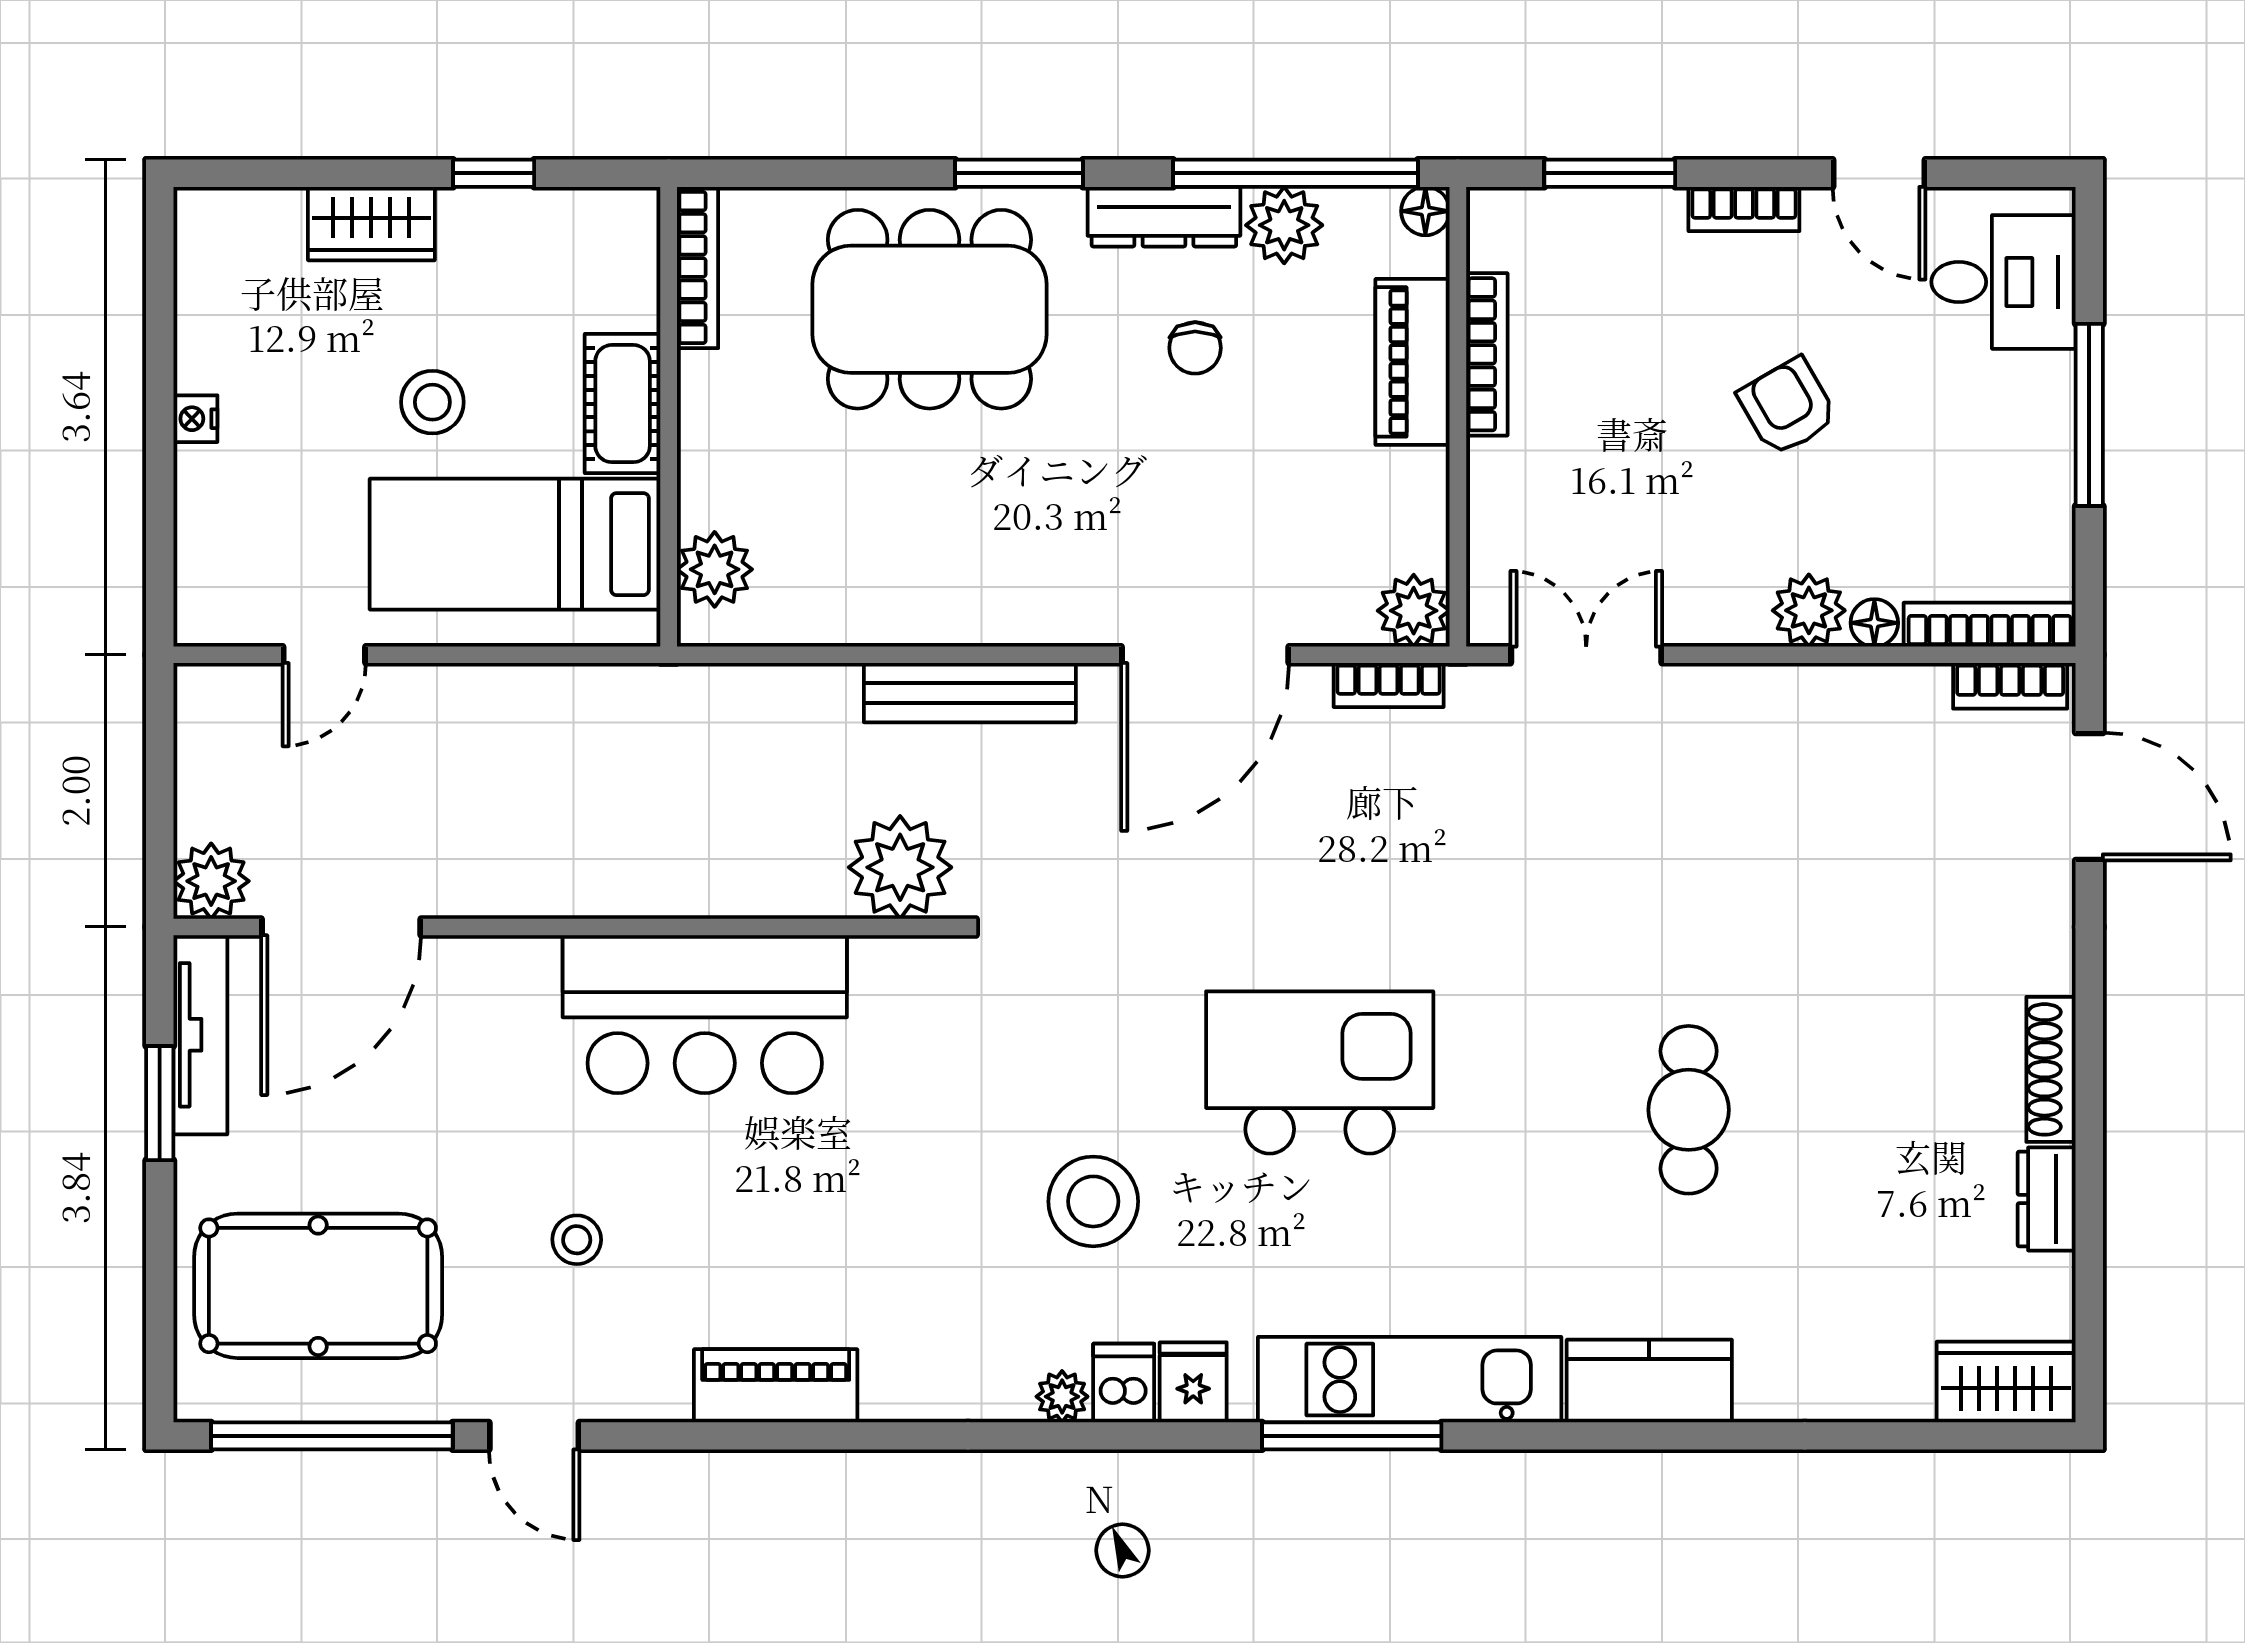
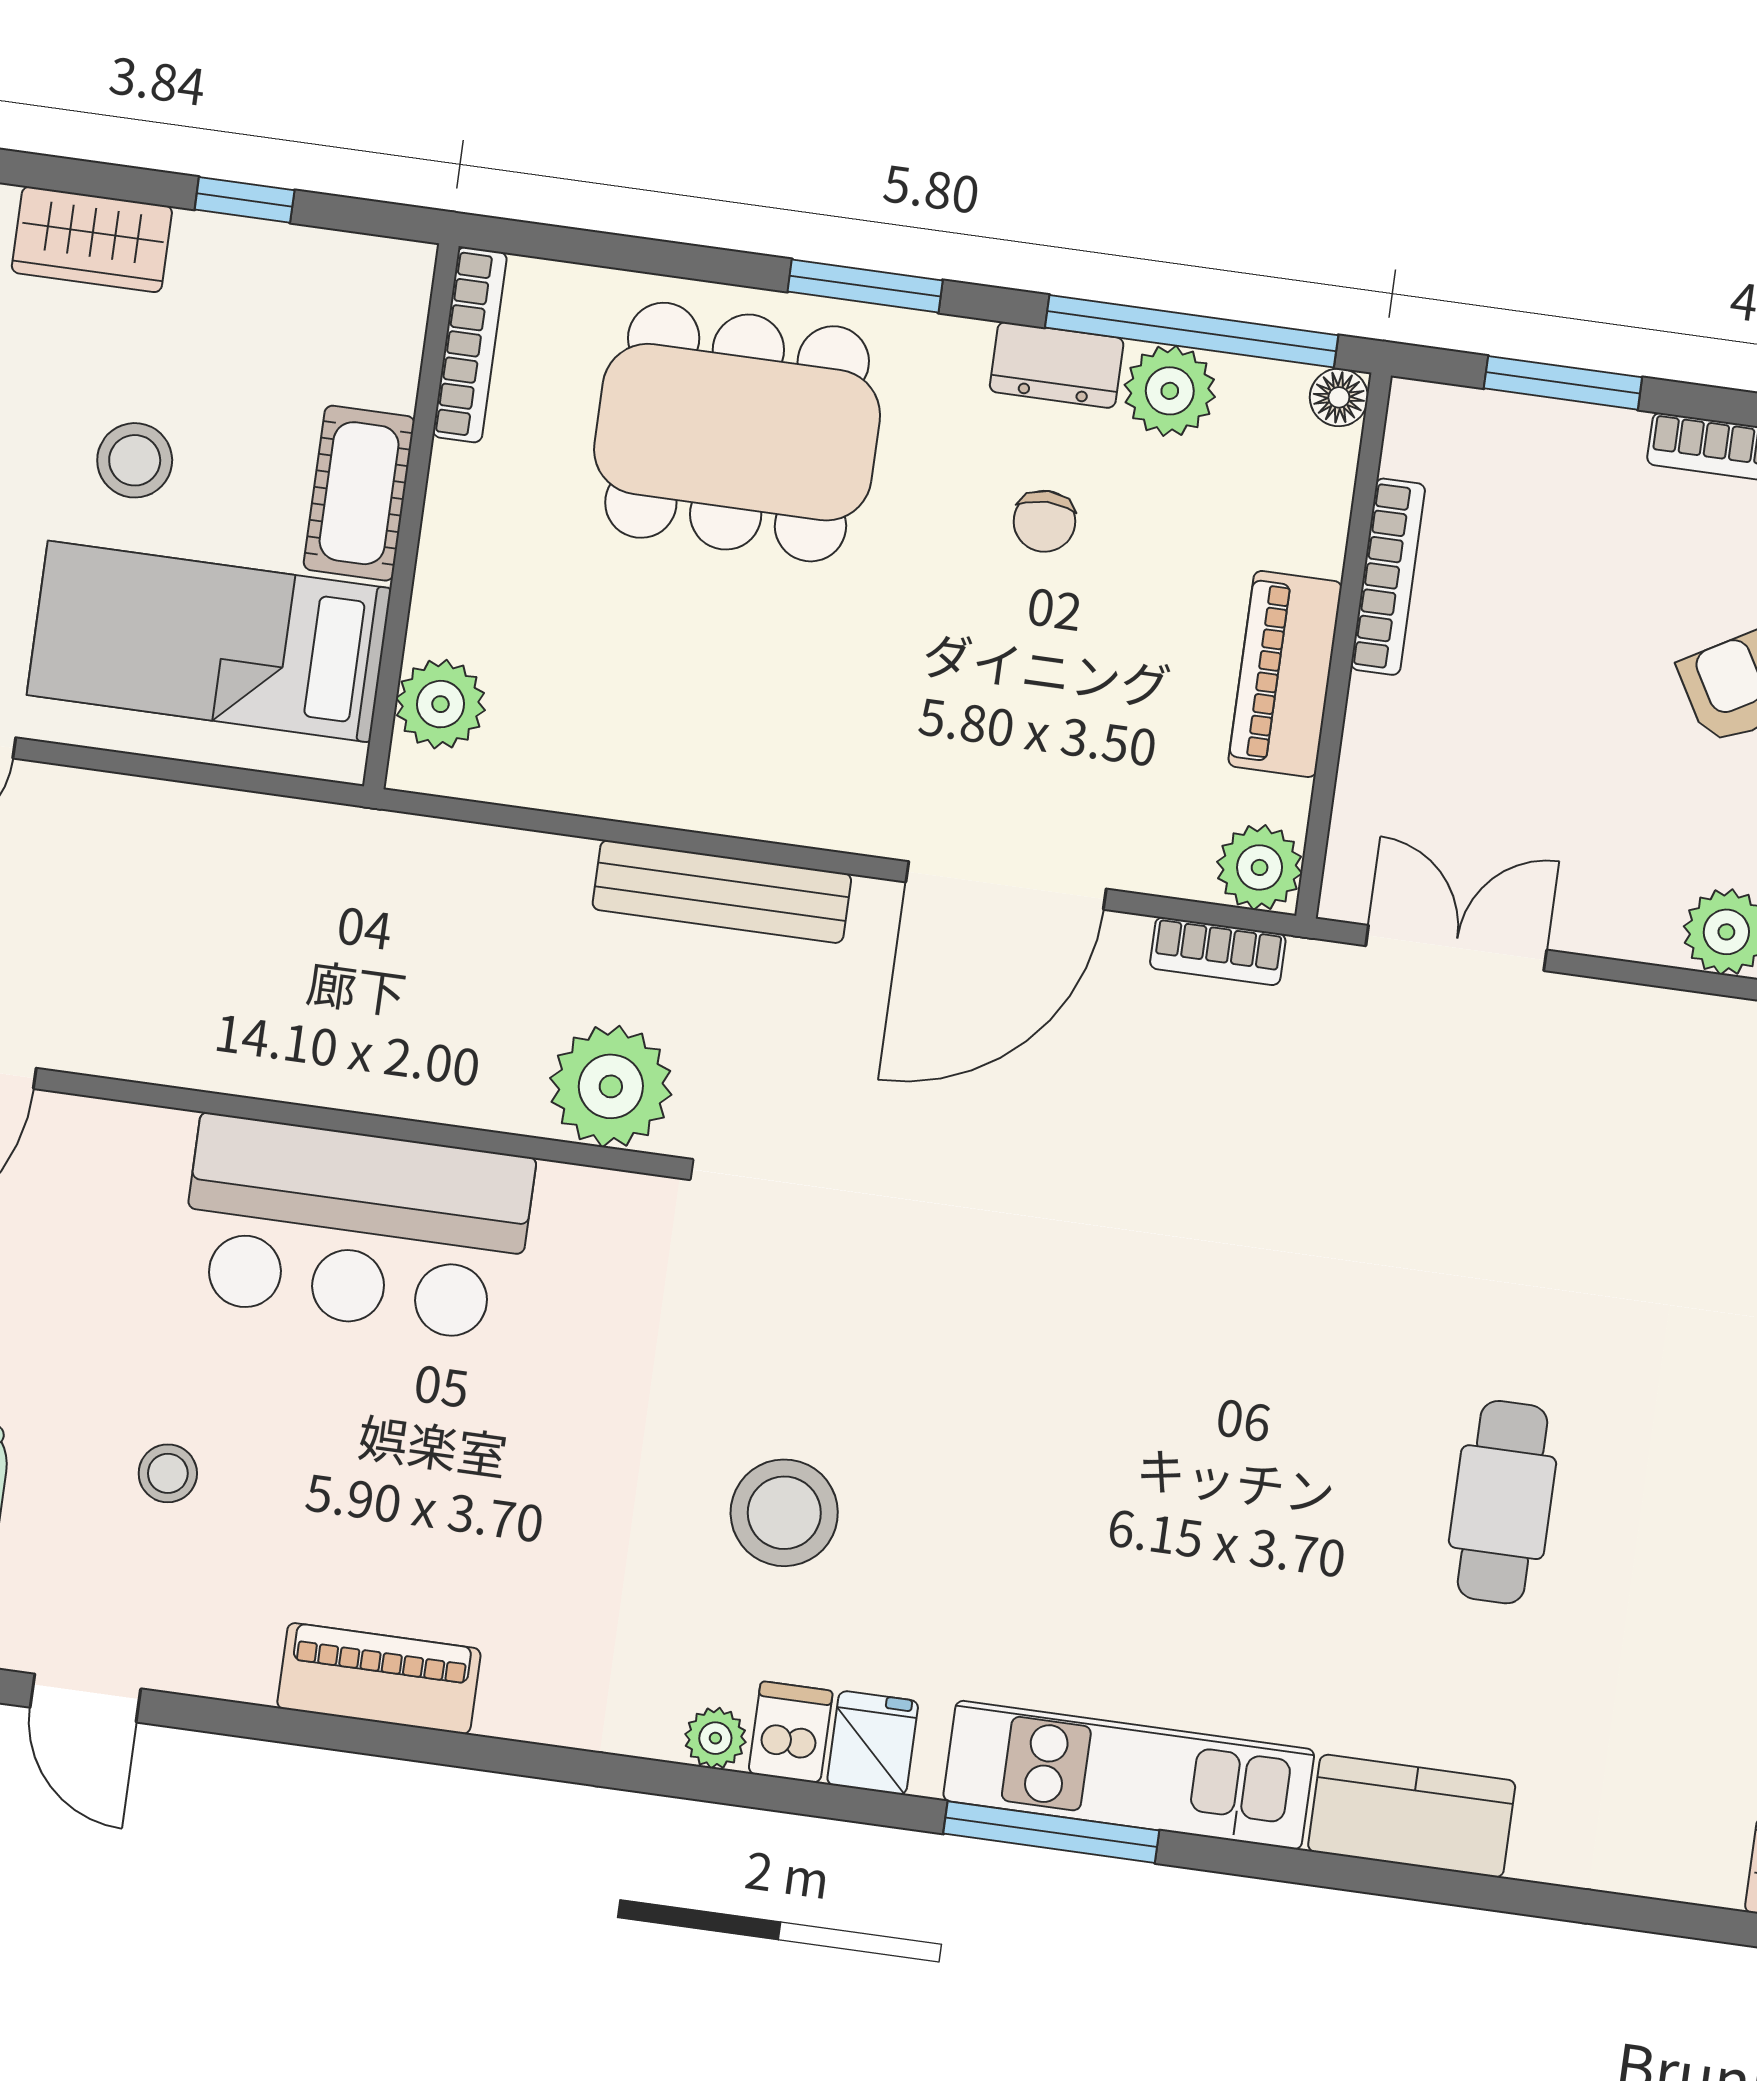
dresser: (1164, 217) -> (1057, 365), width x0.70
piano: (1413, 362) -> (1285, 674), moved
kitchen island: (1320, 1072) -> (1073, 1397), removed

